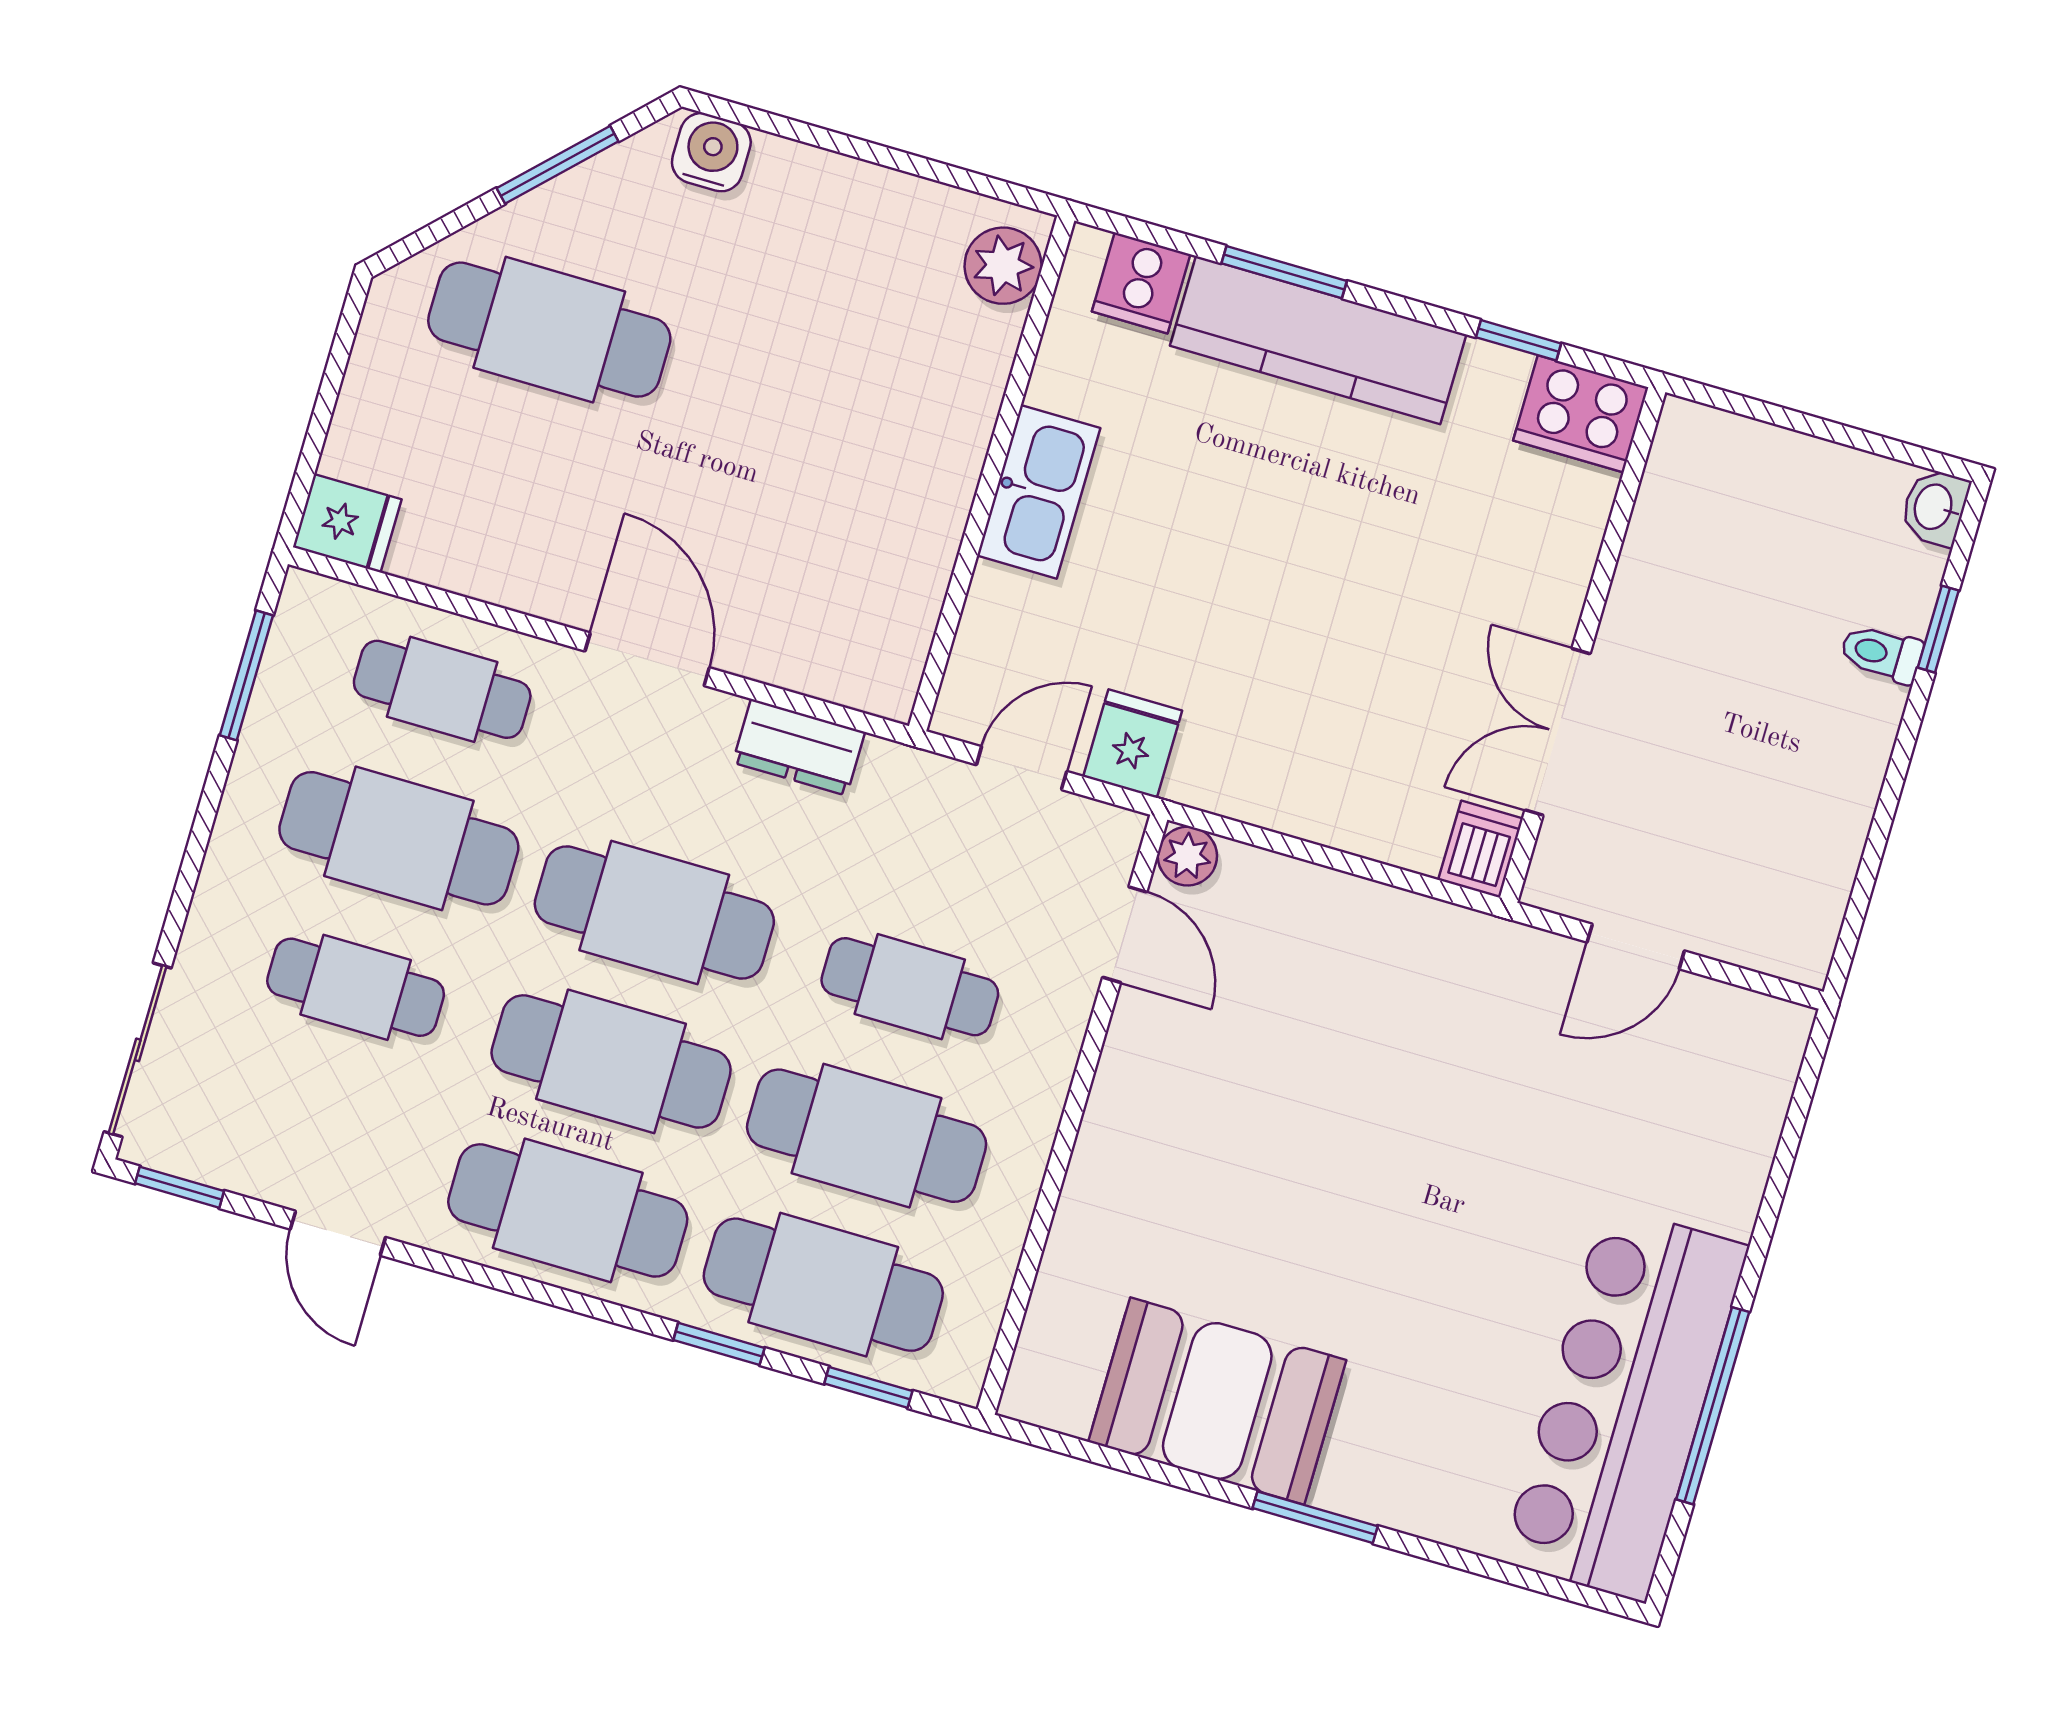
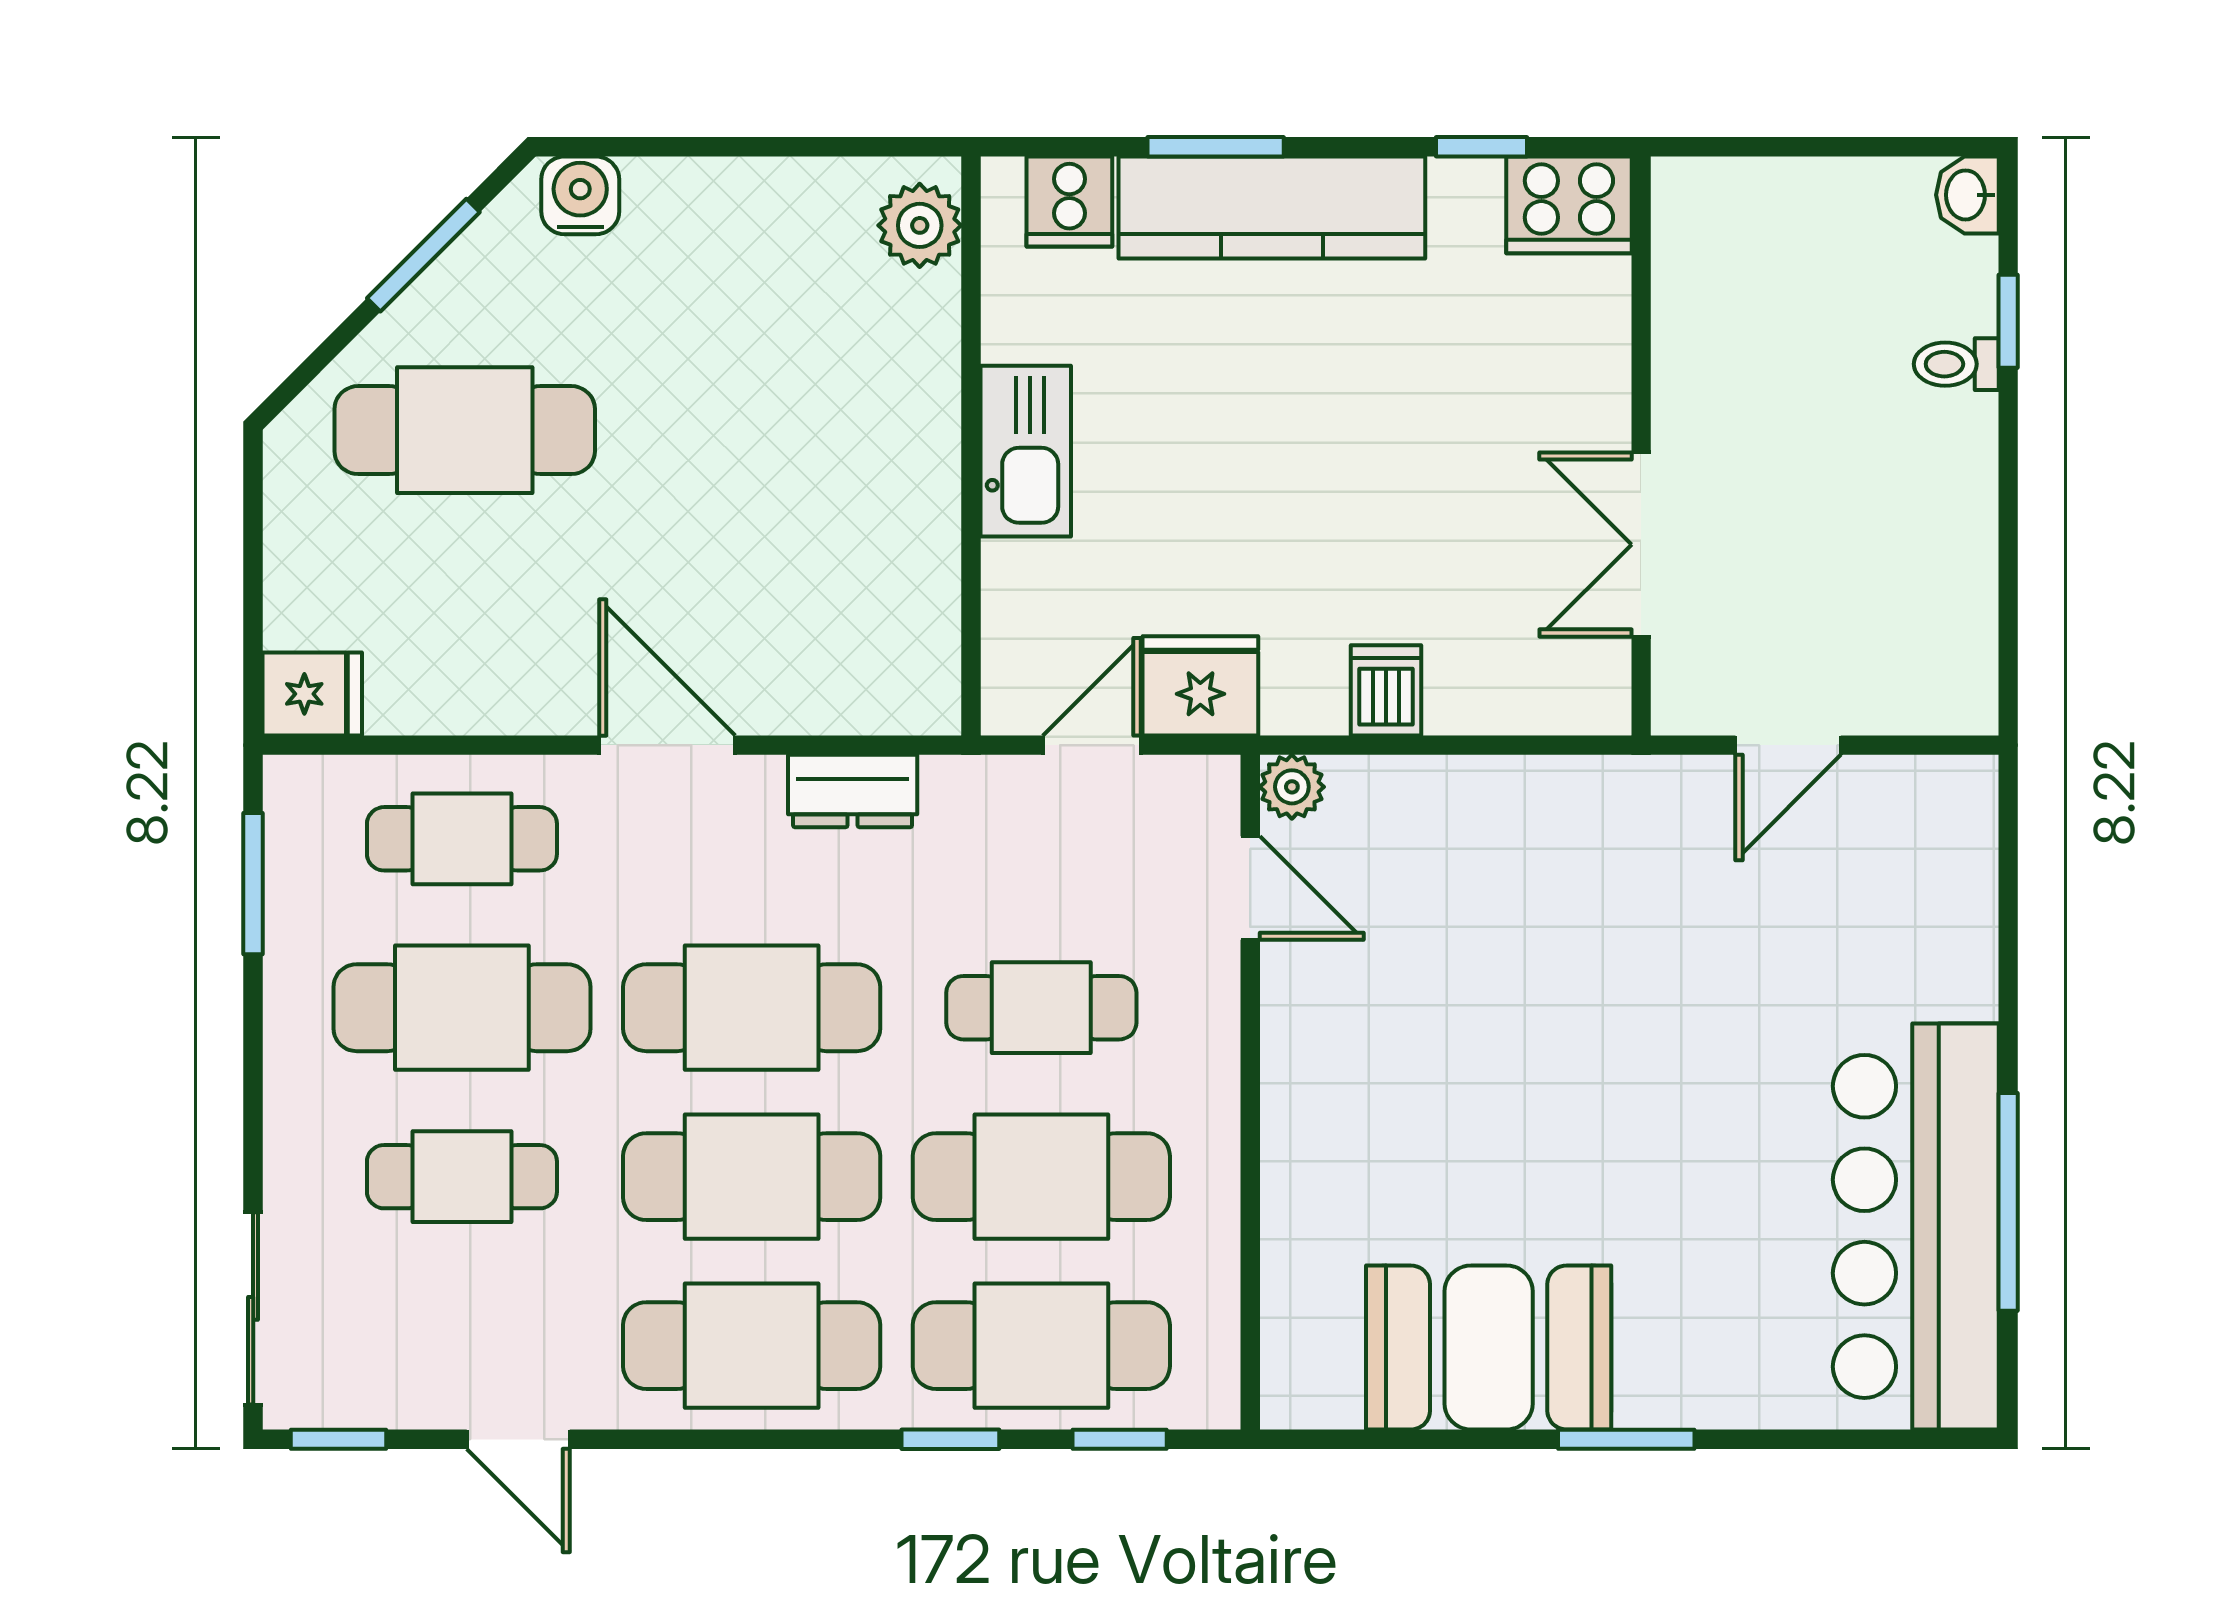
fridge: (1133, 744) -> (1200, 686), width x1.38
dishwasher: (1481, 849) -> (1386, 690), moved

